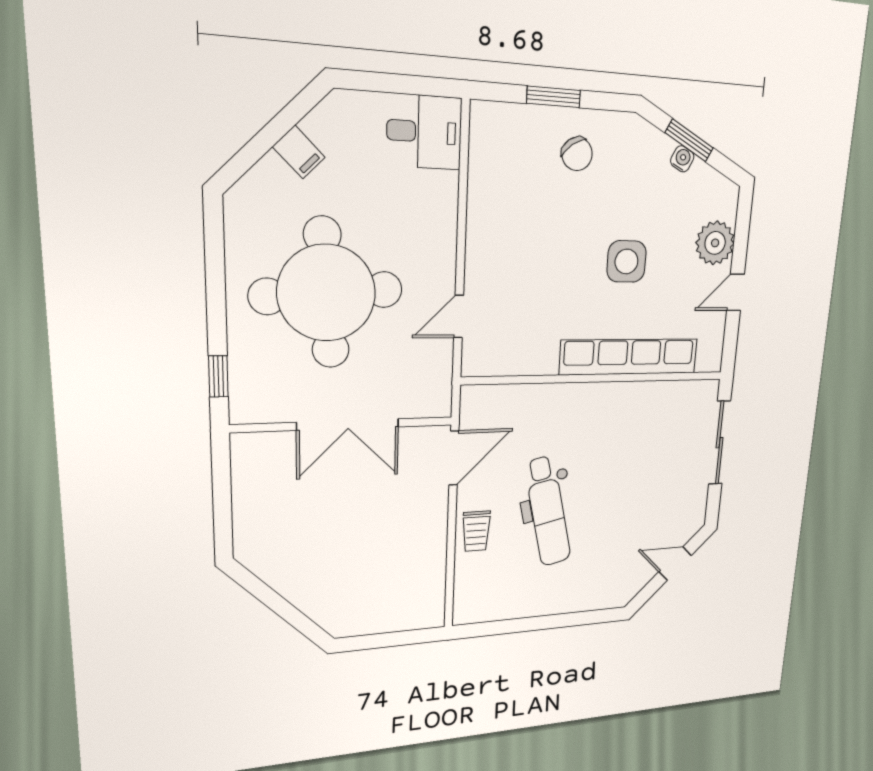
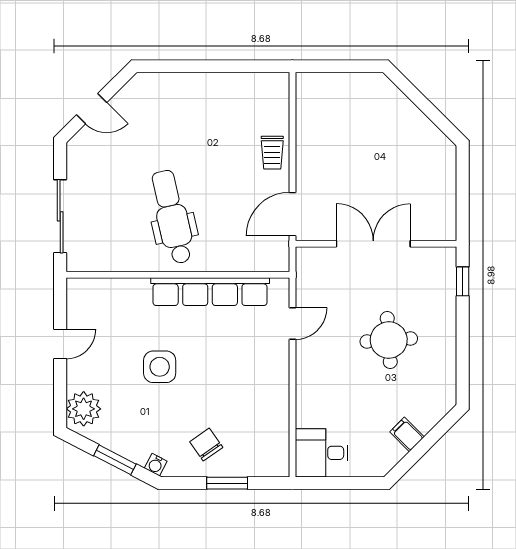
water cooler: (682, 159) -> (156, 465), moved
plant: (715, 243) -> (84, 409), moved
round table: (327, 293) -> (389, 340), width x0.54, depth x0.54
row of seats: (629, 357) -> (210, 292), moved
dental chair: (548, 511) -> (172, 217), moved
trolley: (476, 531) -> (272, 153), turned 180

